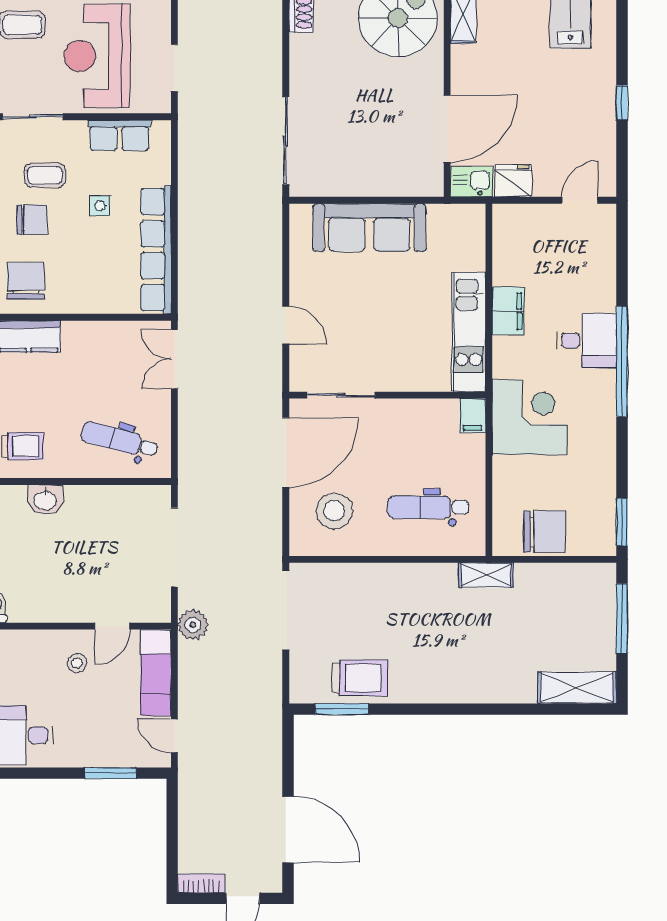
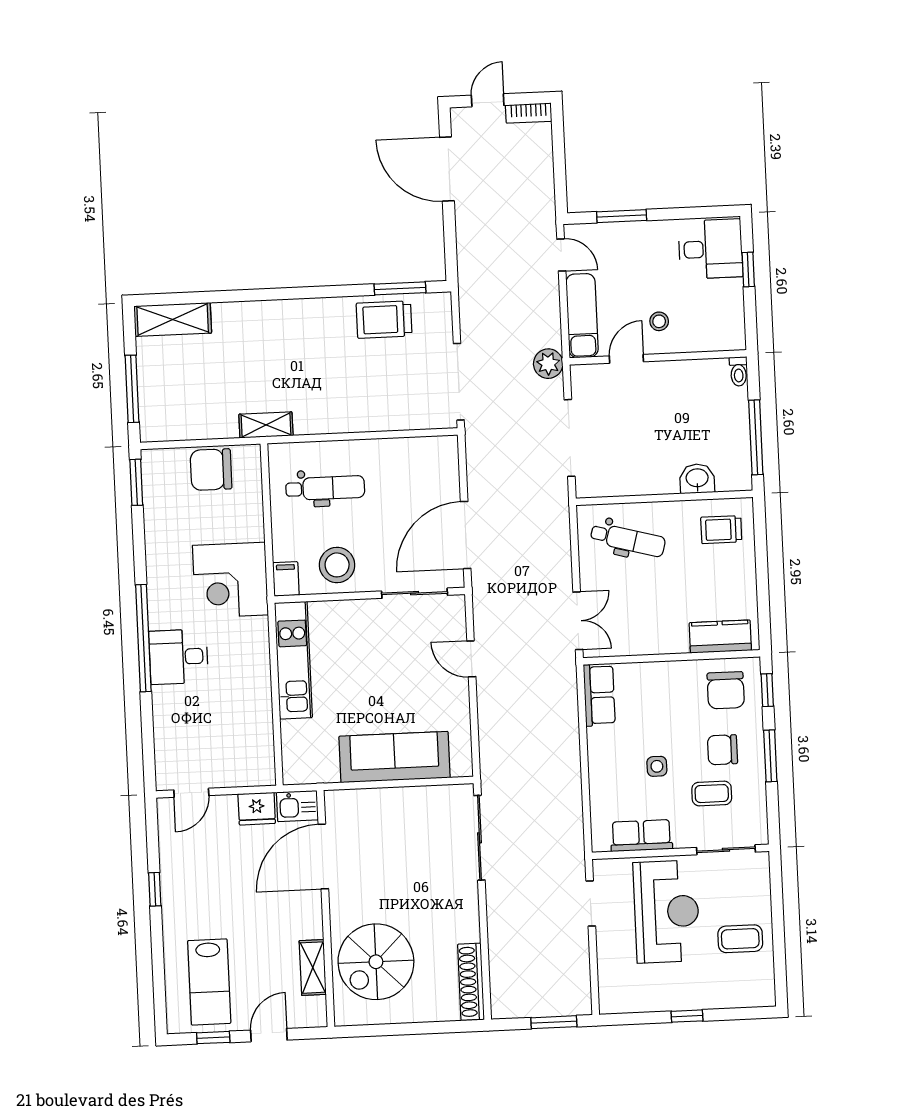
row of seats: (156, 250) -> (599, 695), width x0.50
filing cabinet: (508, 311) -> (256, 682), removed
stool: (334, 511) -> (337, 565), moved

